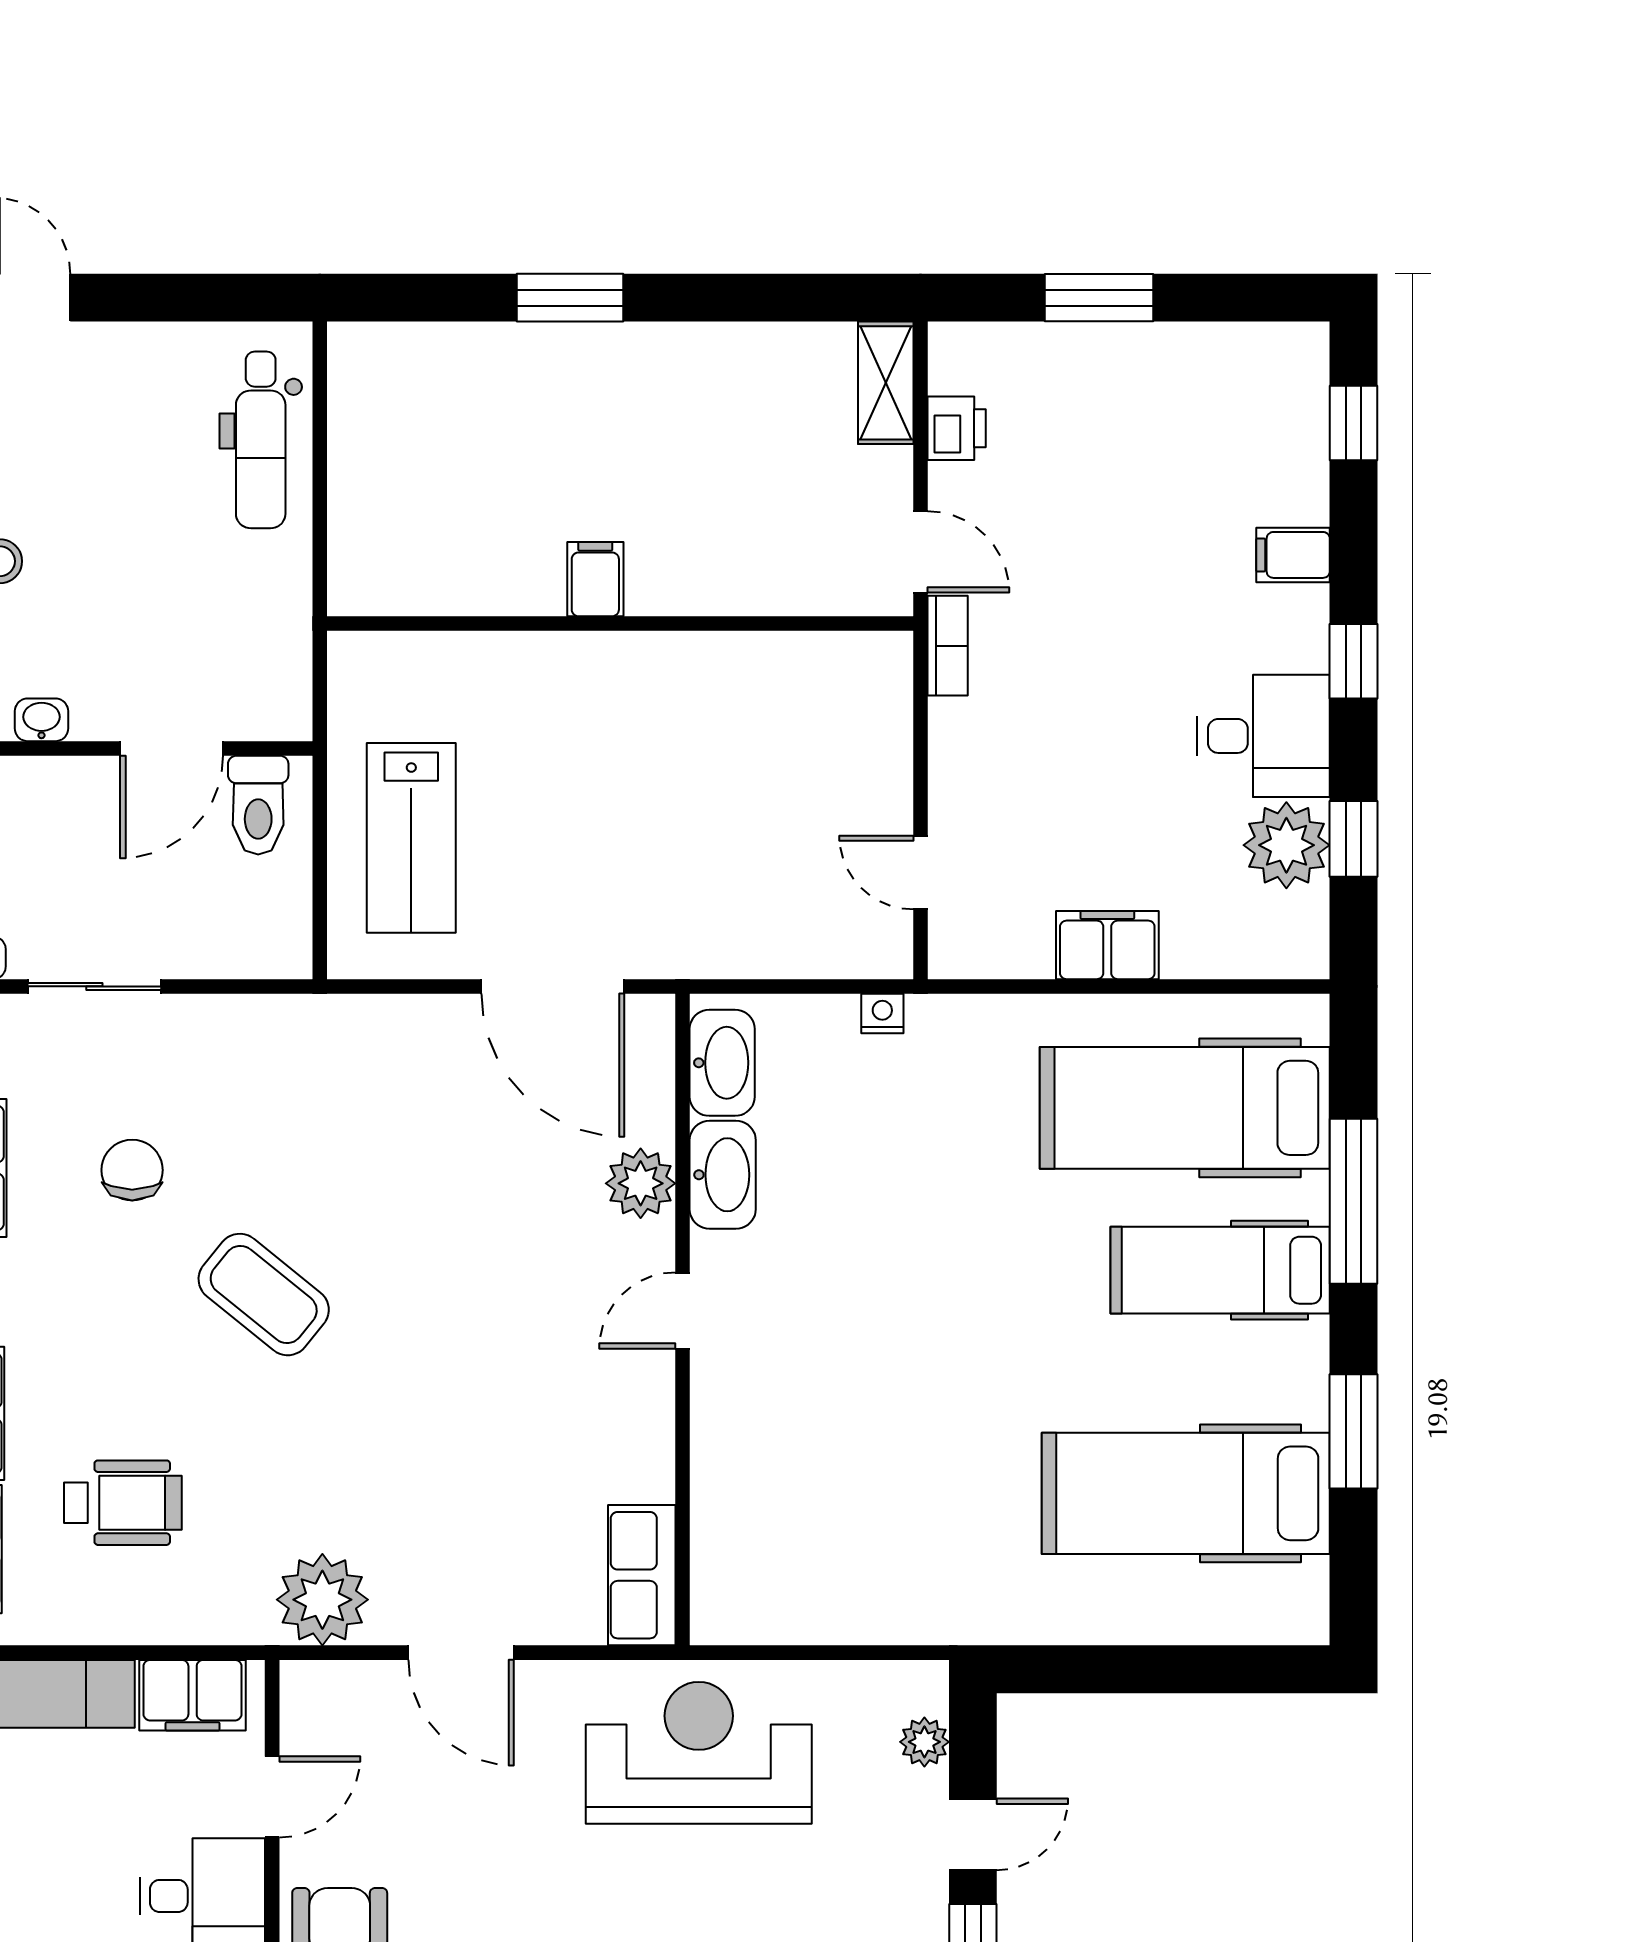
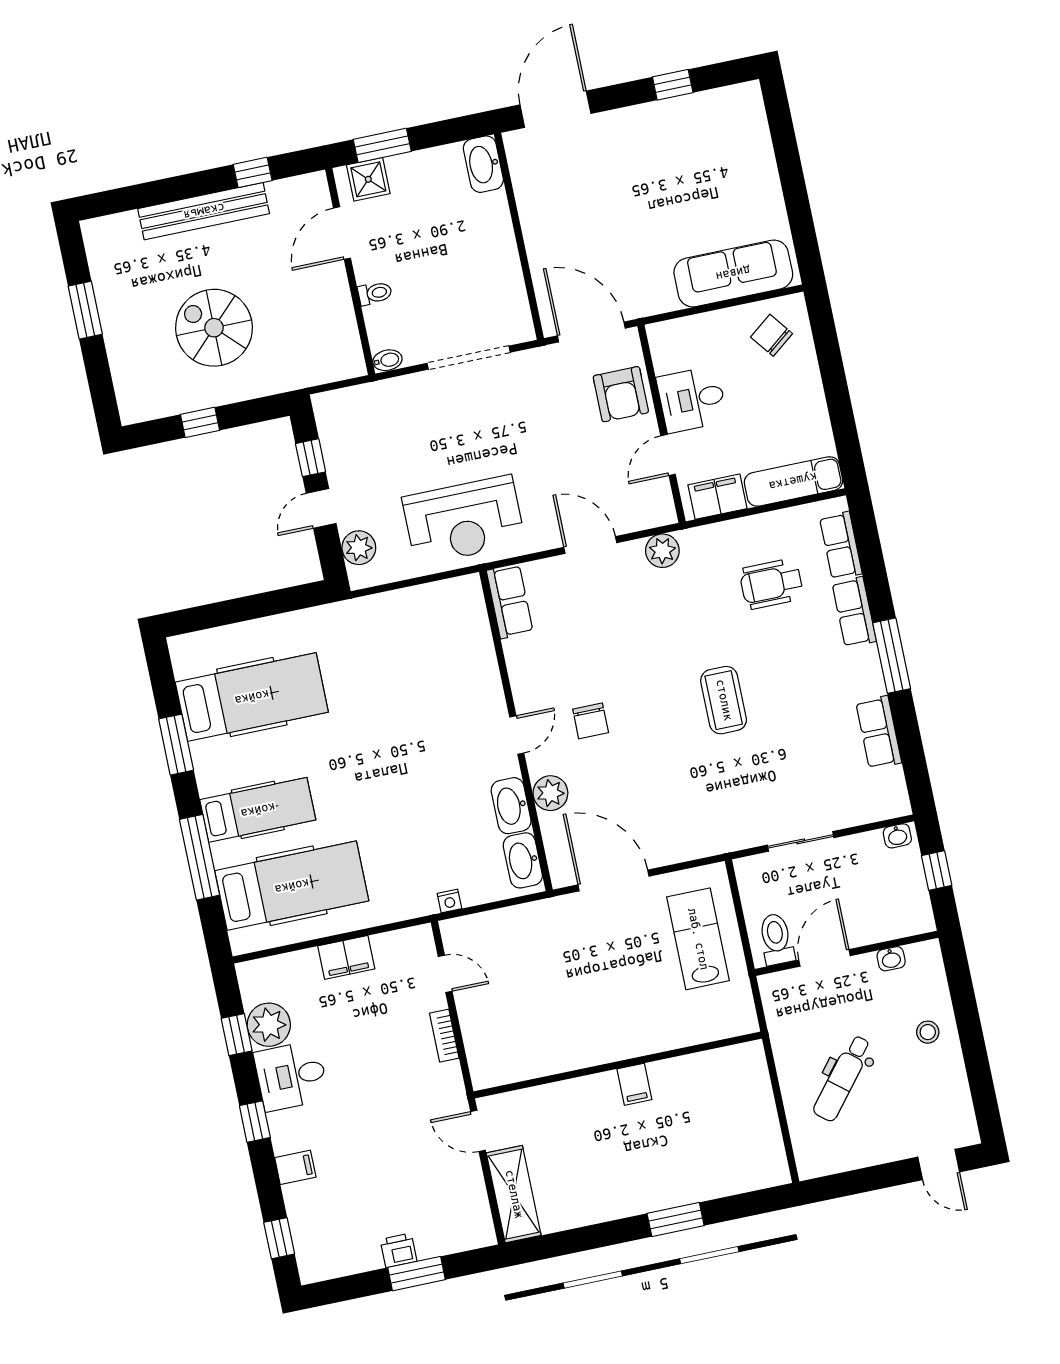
shelving: (886, 383) -> (514, 1194), width x1.50, depth x1.33
printer: (957, 428) -> (399, 1250), moved, turned 90
dental chair: (261, 440) -> (842, 1078), moved, turned -141
bookcase: (948, 646) -> (444, 1036), moved
sliding door: (94, 986) -> (801, 841), moved
chair: (132, 1170) -> (591, 721), moved
coffee table: (264, 1295) -> (724, 700), turned 51
plant: (322, 1600) -> (662, 551), width x0.73, depth x0.73
plant: (924, 1742) -> (359, 548), width x1.38, depth x1.38

